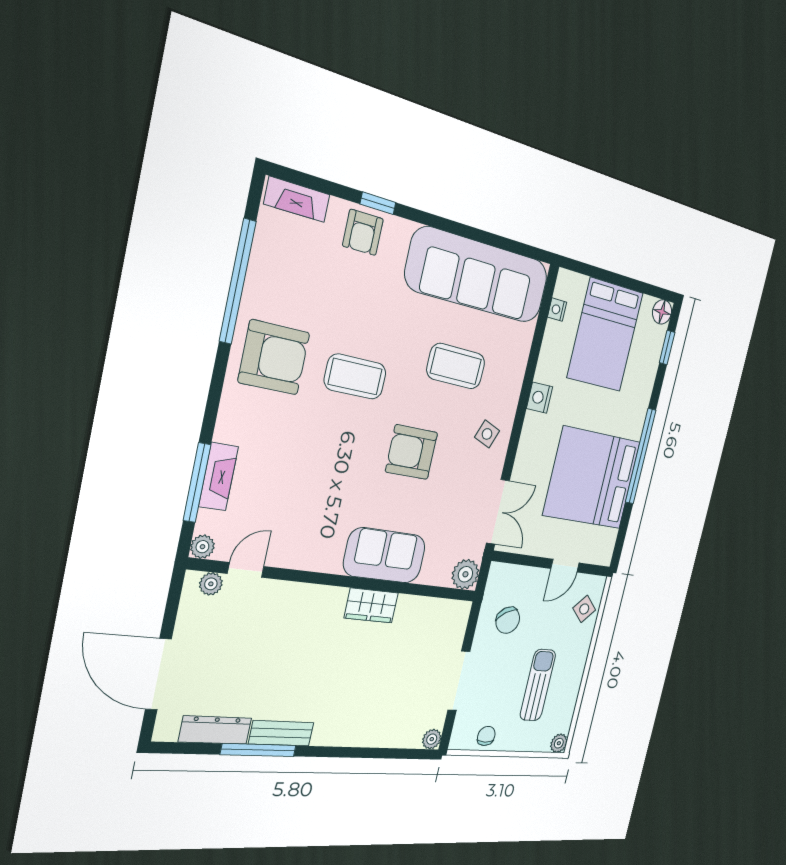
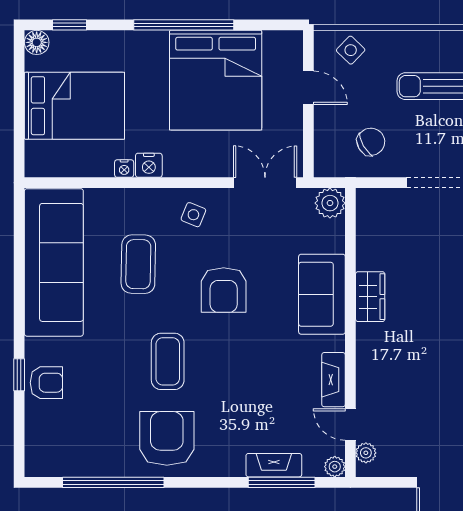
fireplace: (297, 199) -> (334, 380), moved, turned 180
nightstand: (557, 310) -> (124, 169), moved

